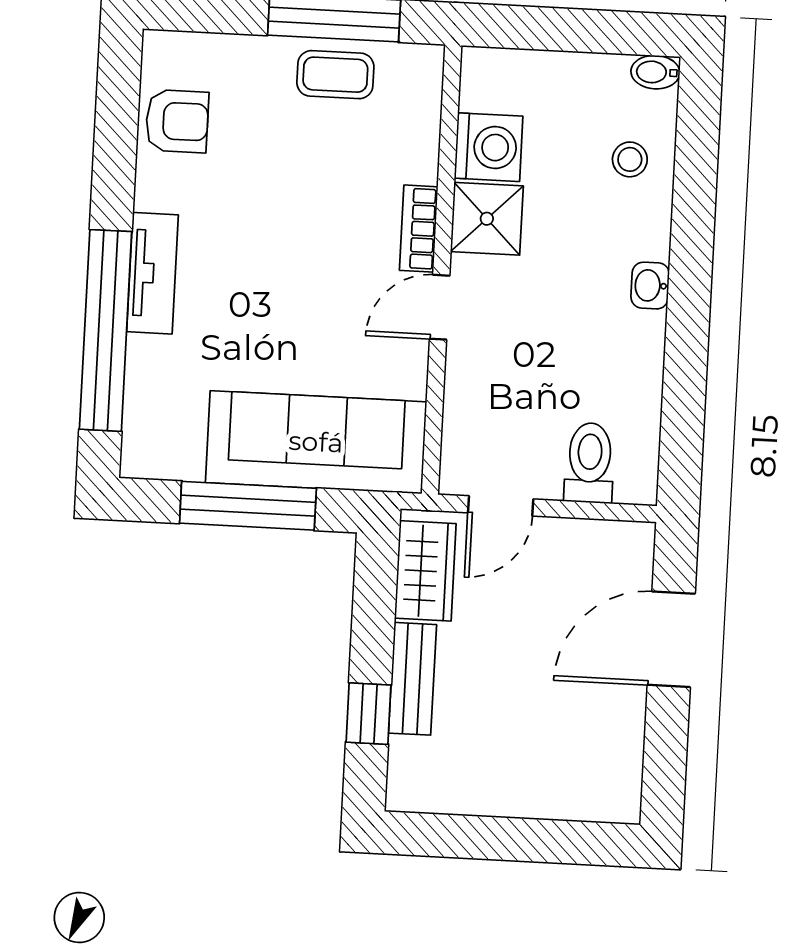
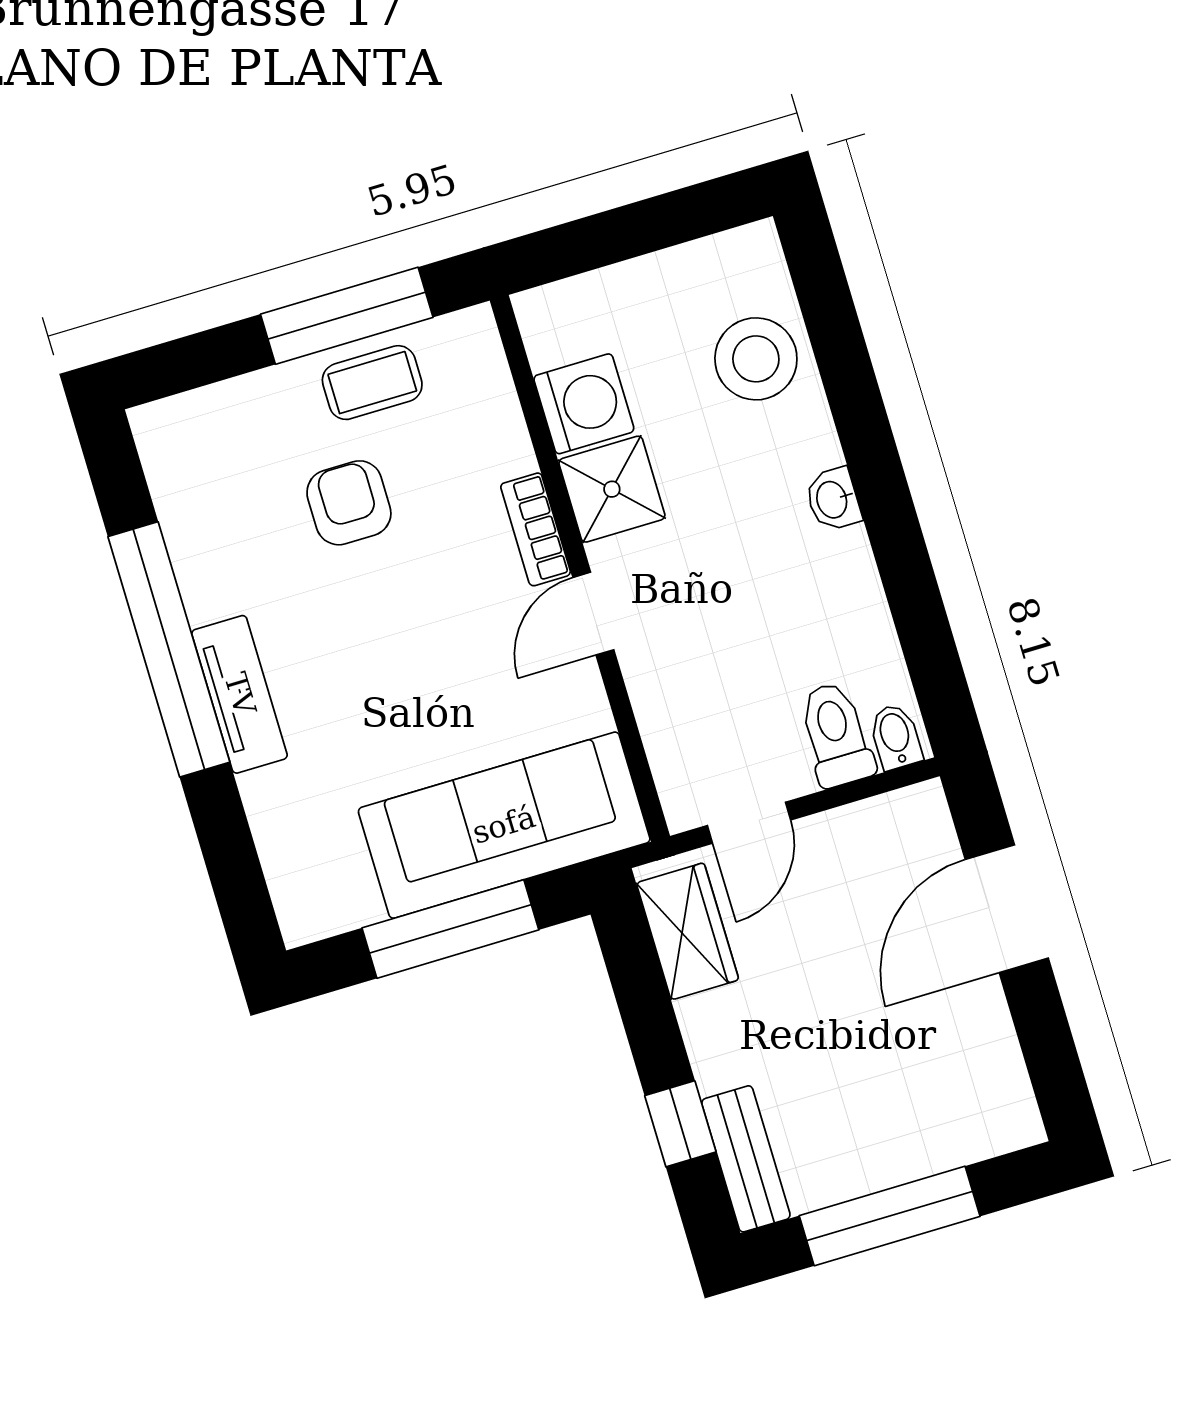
bidet: (655, 72) -> (896, 737), moved, turned 90
armchair: (177, 121) -> (349, 503), moved, turned -90
stool: (630, 159) -> (756, 359), width x1.89, depth x1.89
window: (106, 330) -> (169, 649), moved
bench: (412, 679) -> (746, 1159), moved
window: (501, 839) -> (890, 1216), added

